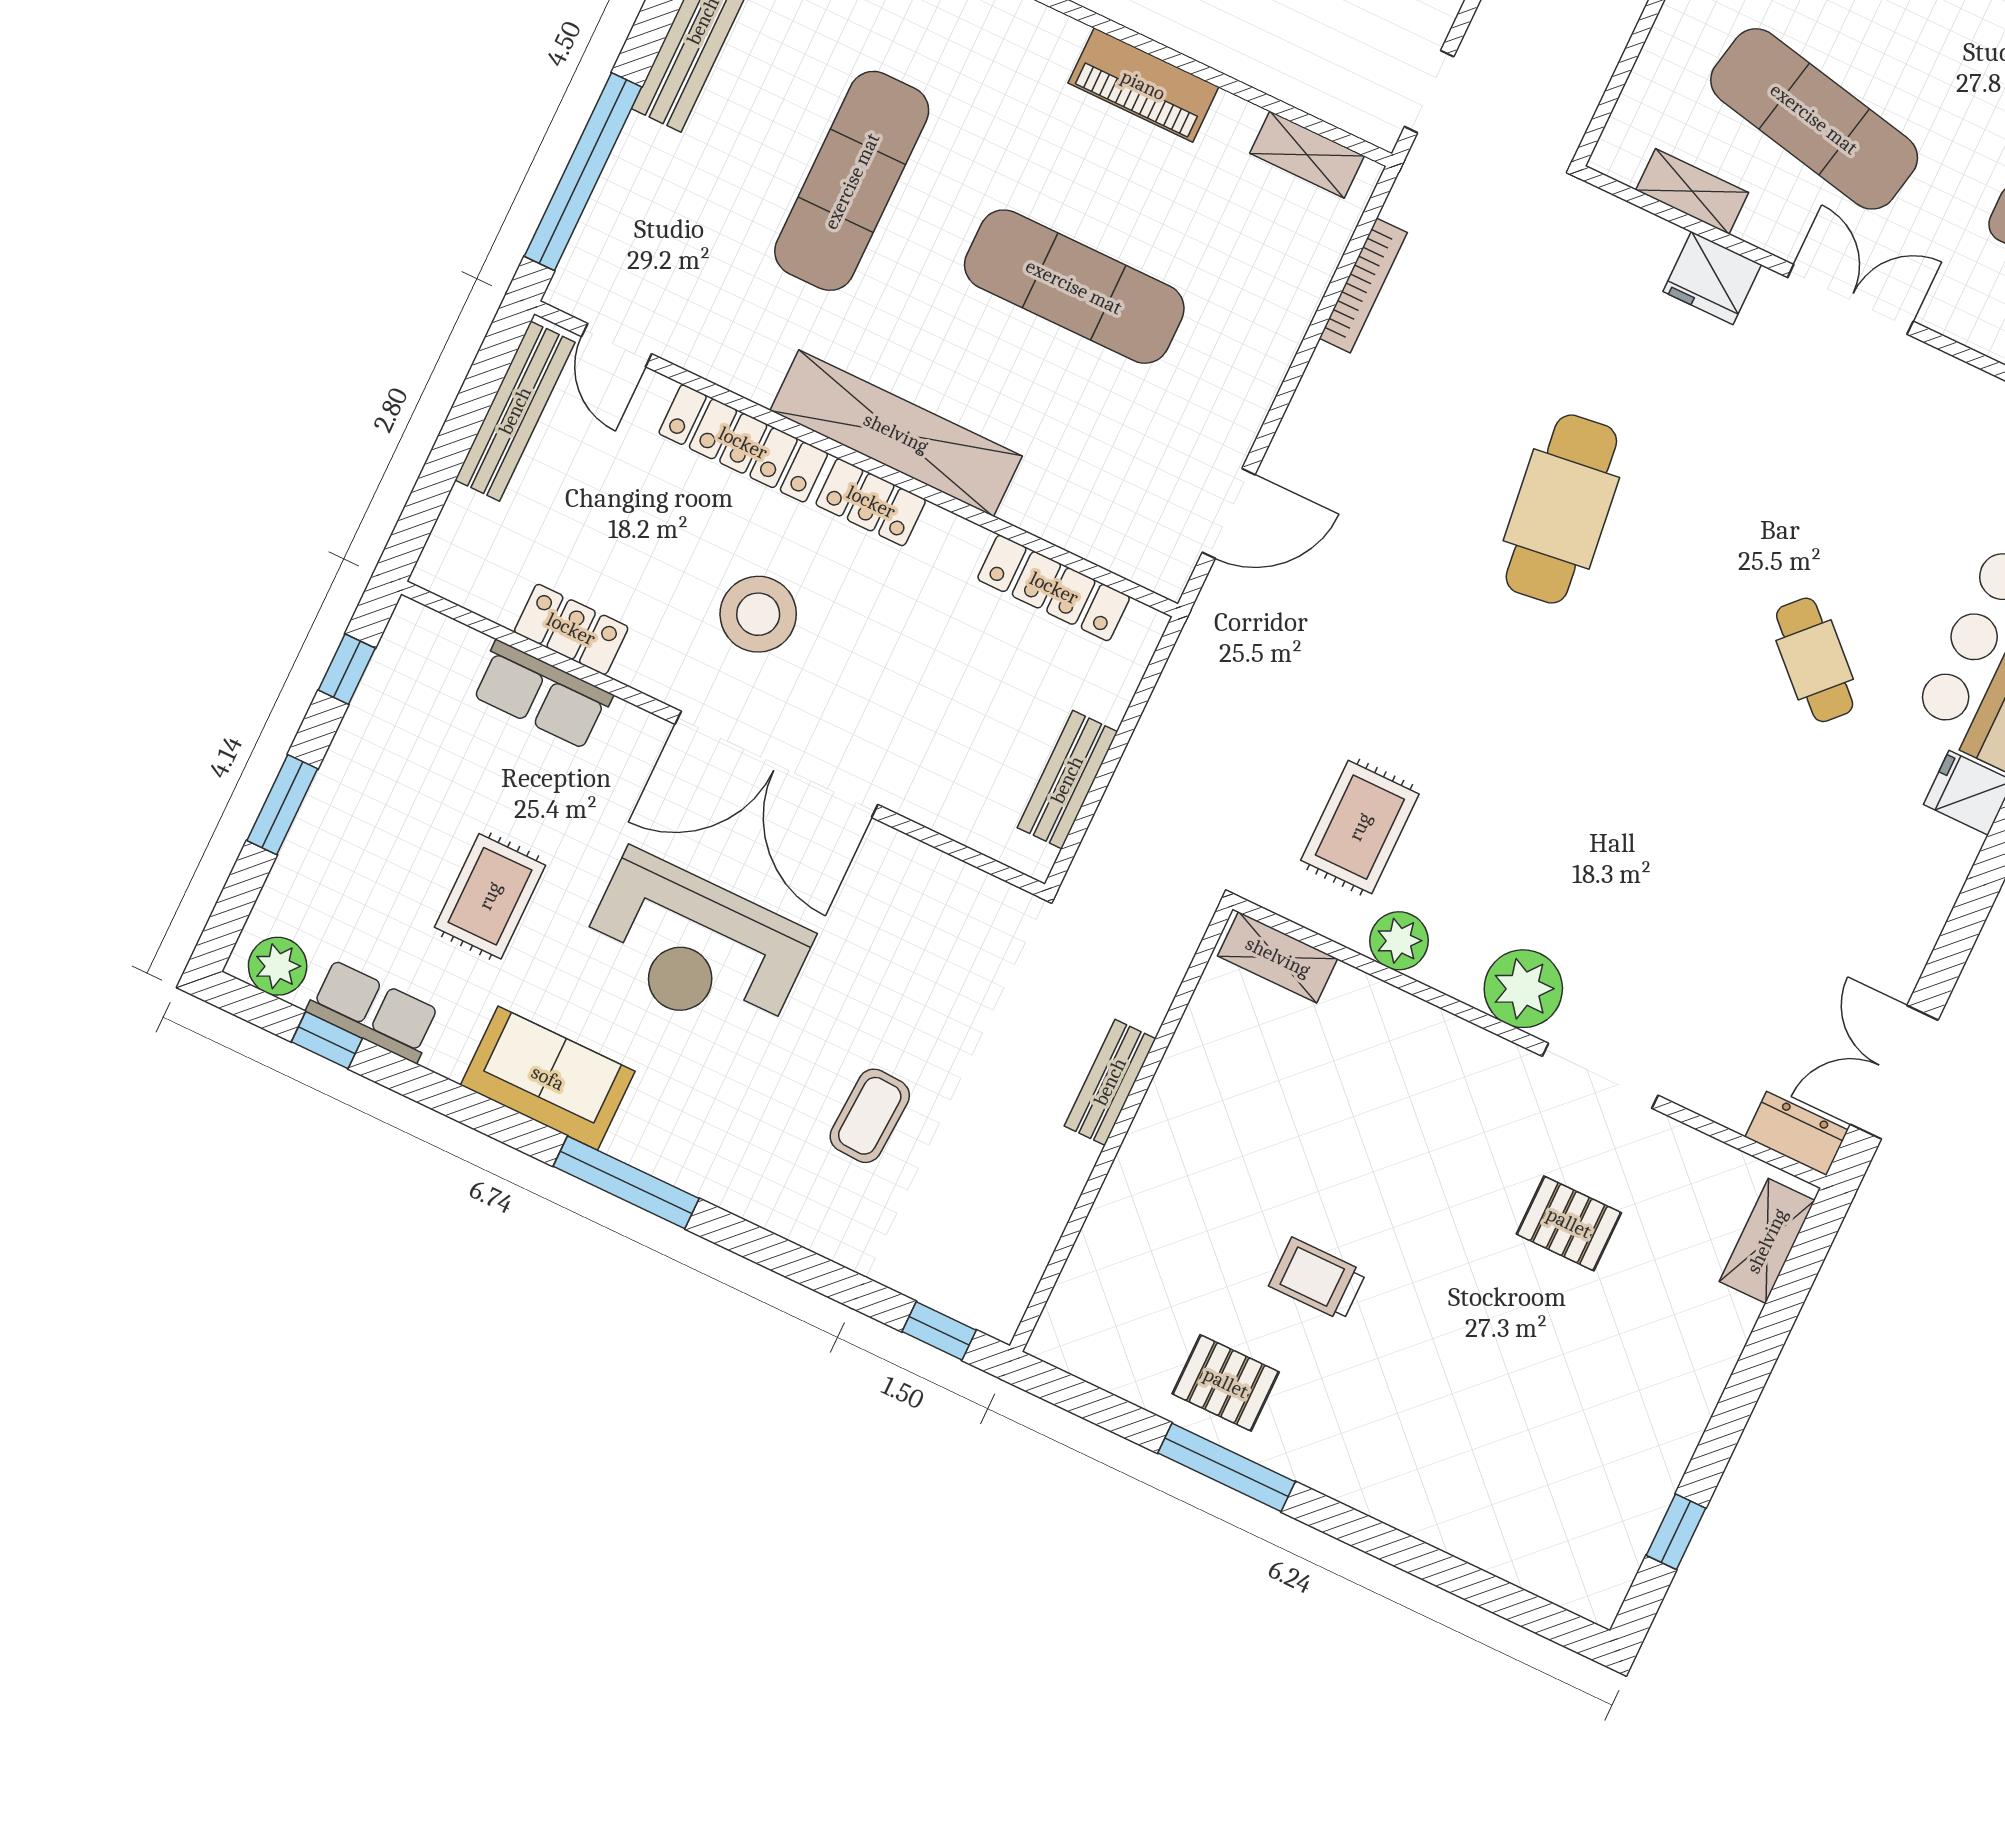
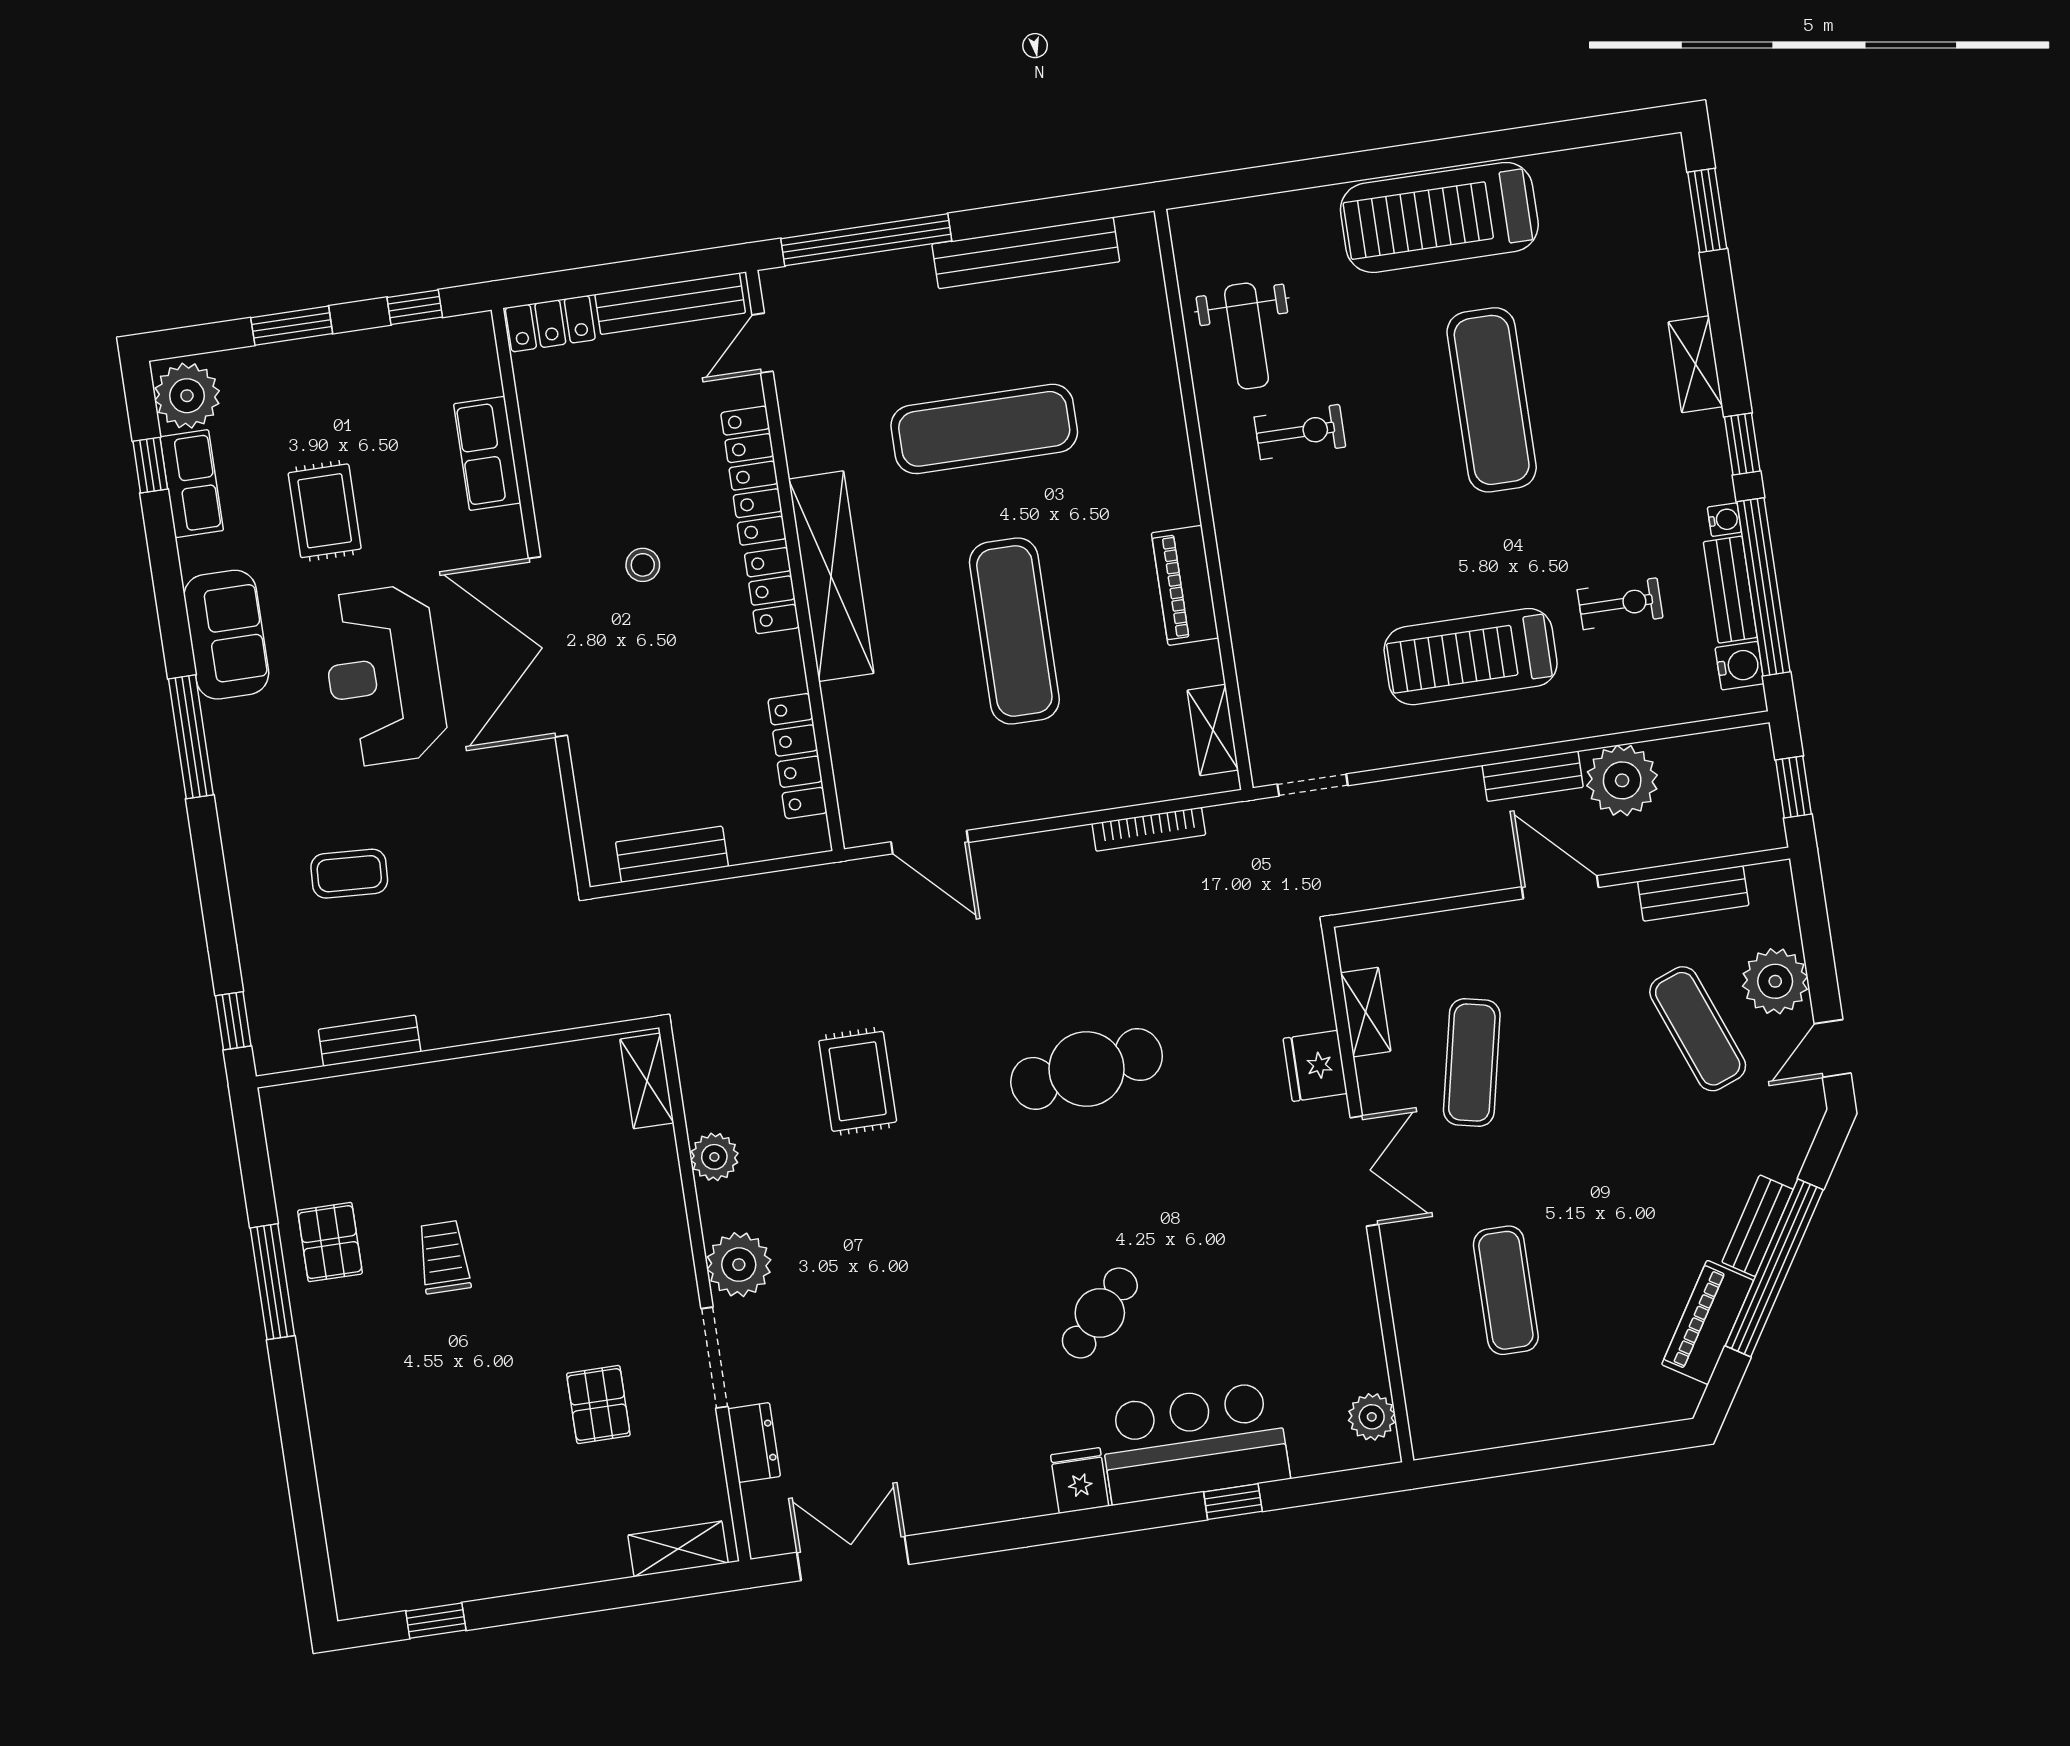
exercise mat: (1814, 119) -> (1472, 1063), width x0.73, depth x0.69
stool: (758, 614) -> (643, 565), width x0.53, depth x0.53
locker: (571, 629) -> (550, 324), moved, turned 90
rug: (1360, 827) -> (858, 1081), moved, turned 90
rug: (490, 896) -> (325, 511), turned 90
plant: (278, 966) -> (187, 396), width x1.36, depth x1.36
bench: (1110, 1082) -> (370, 1041), moved
dresser: (1797, 1134) -> (754, 1443), moved

